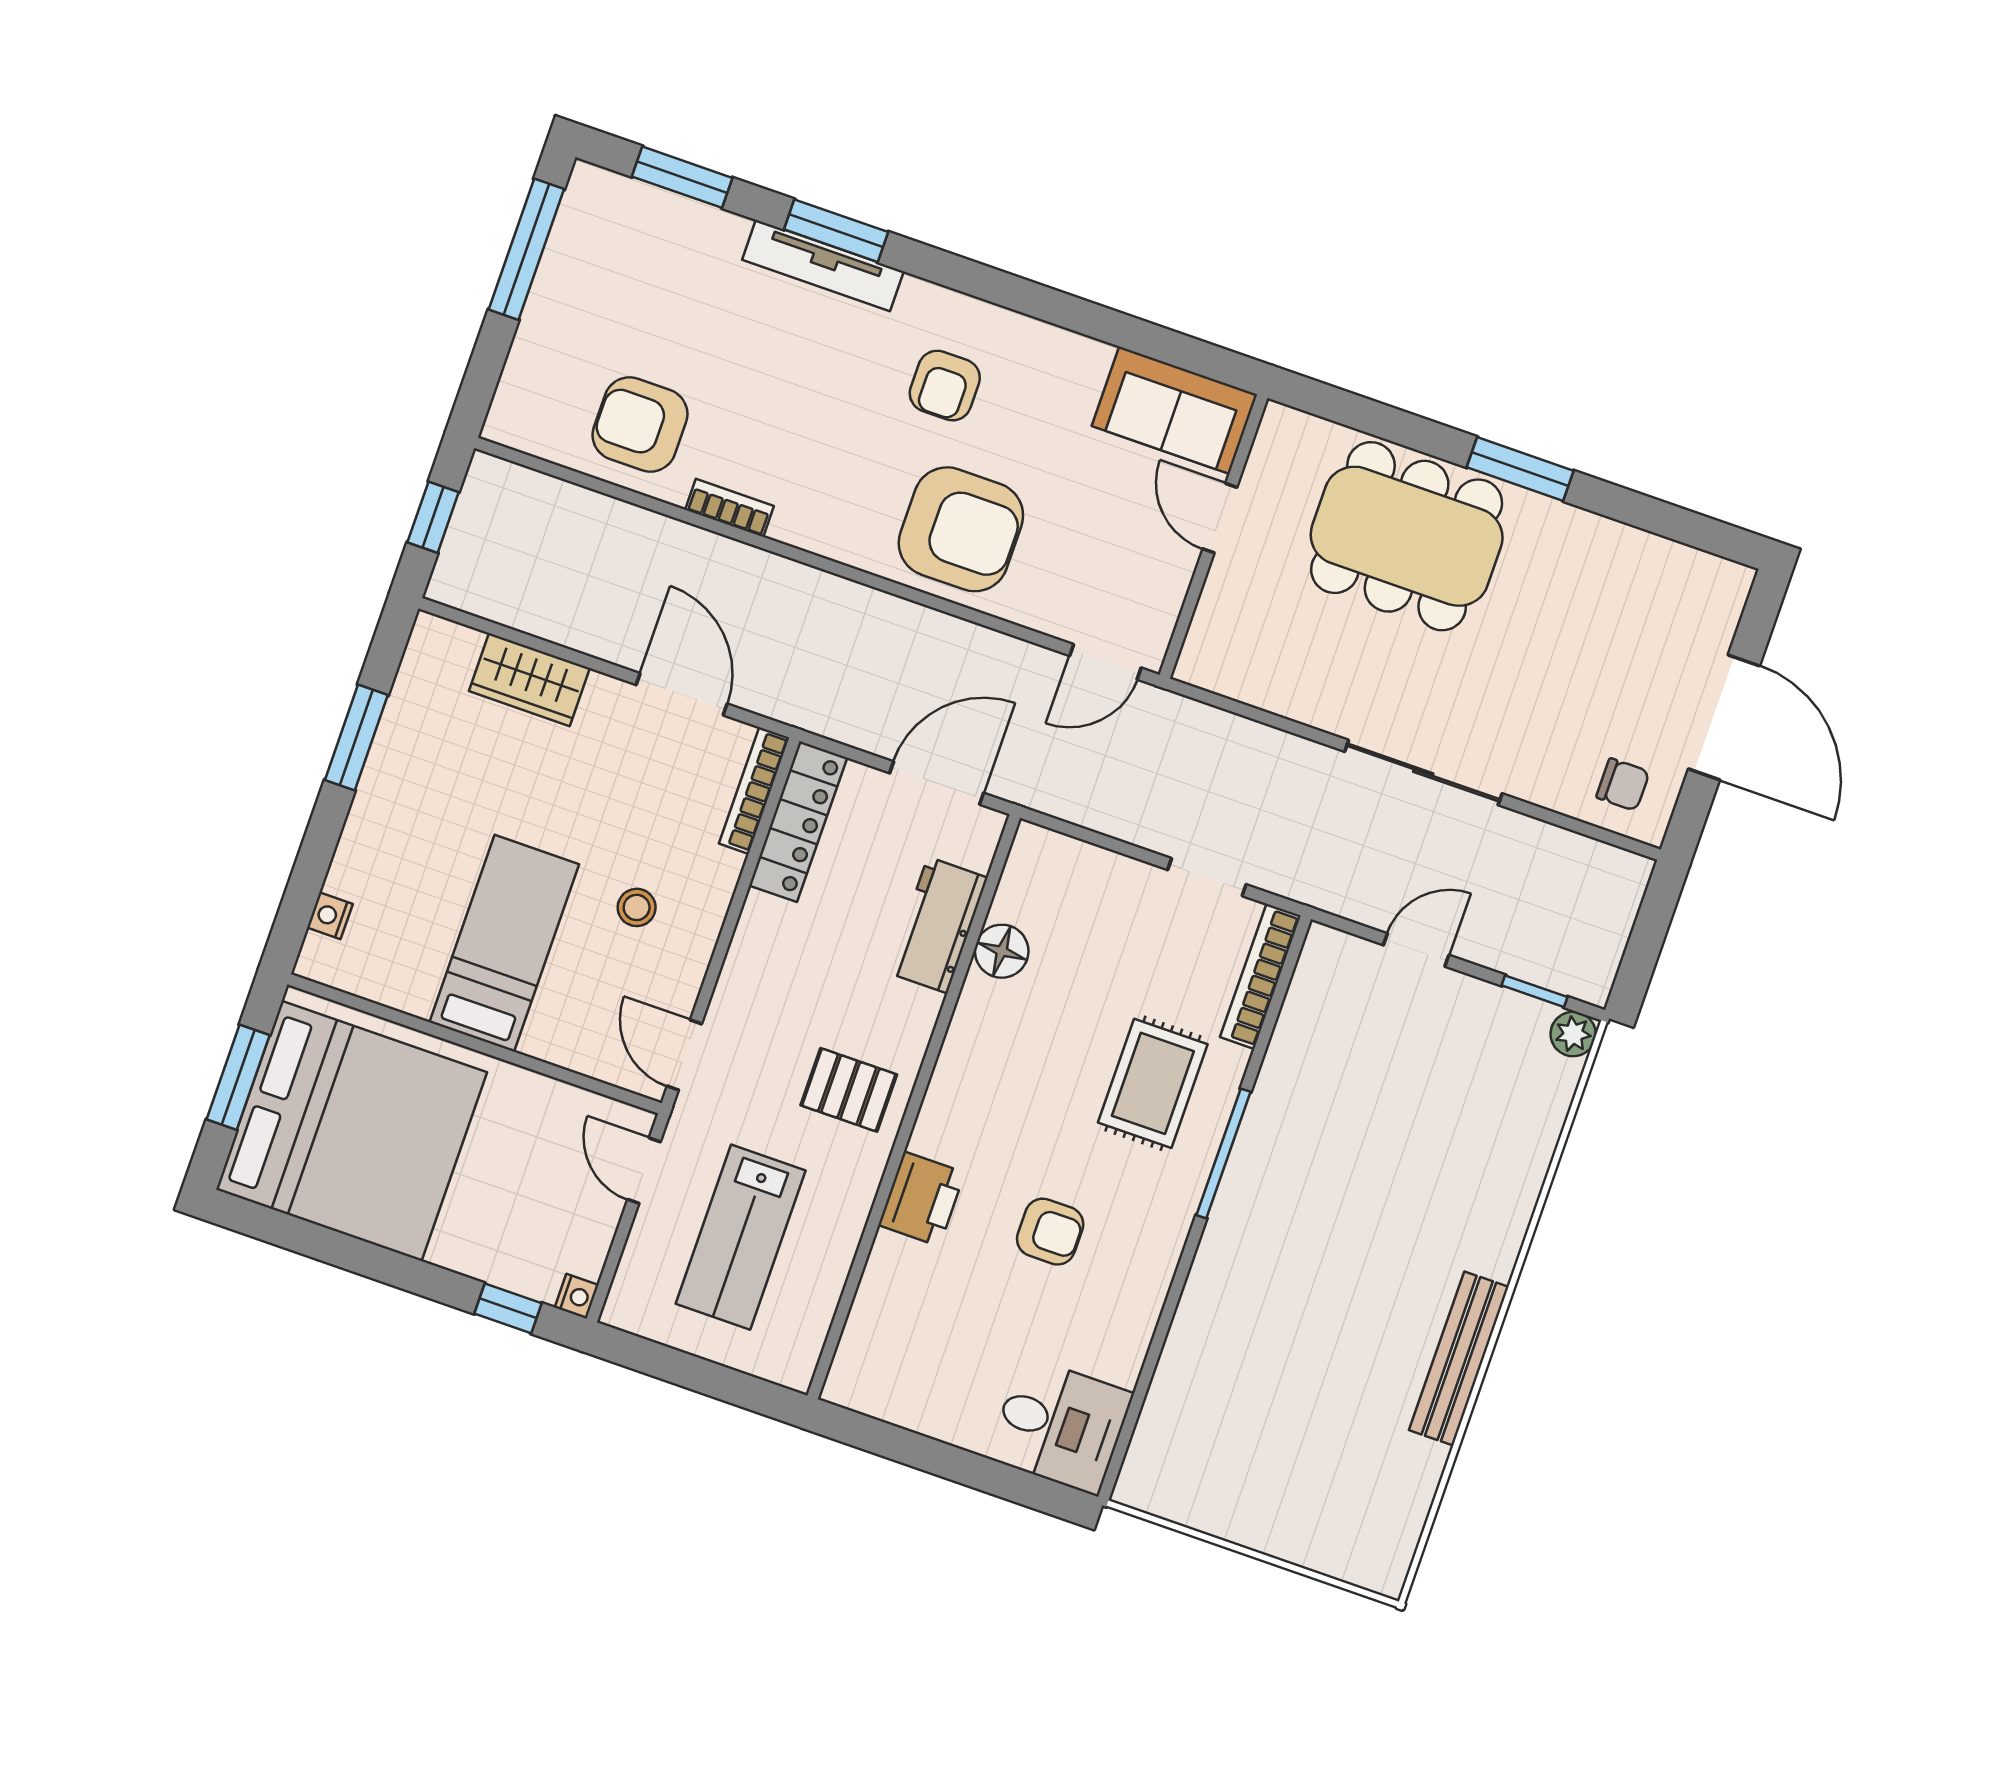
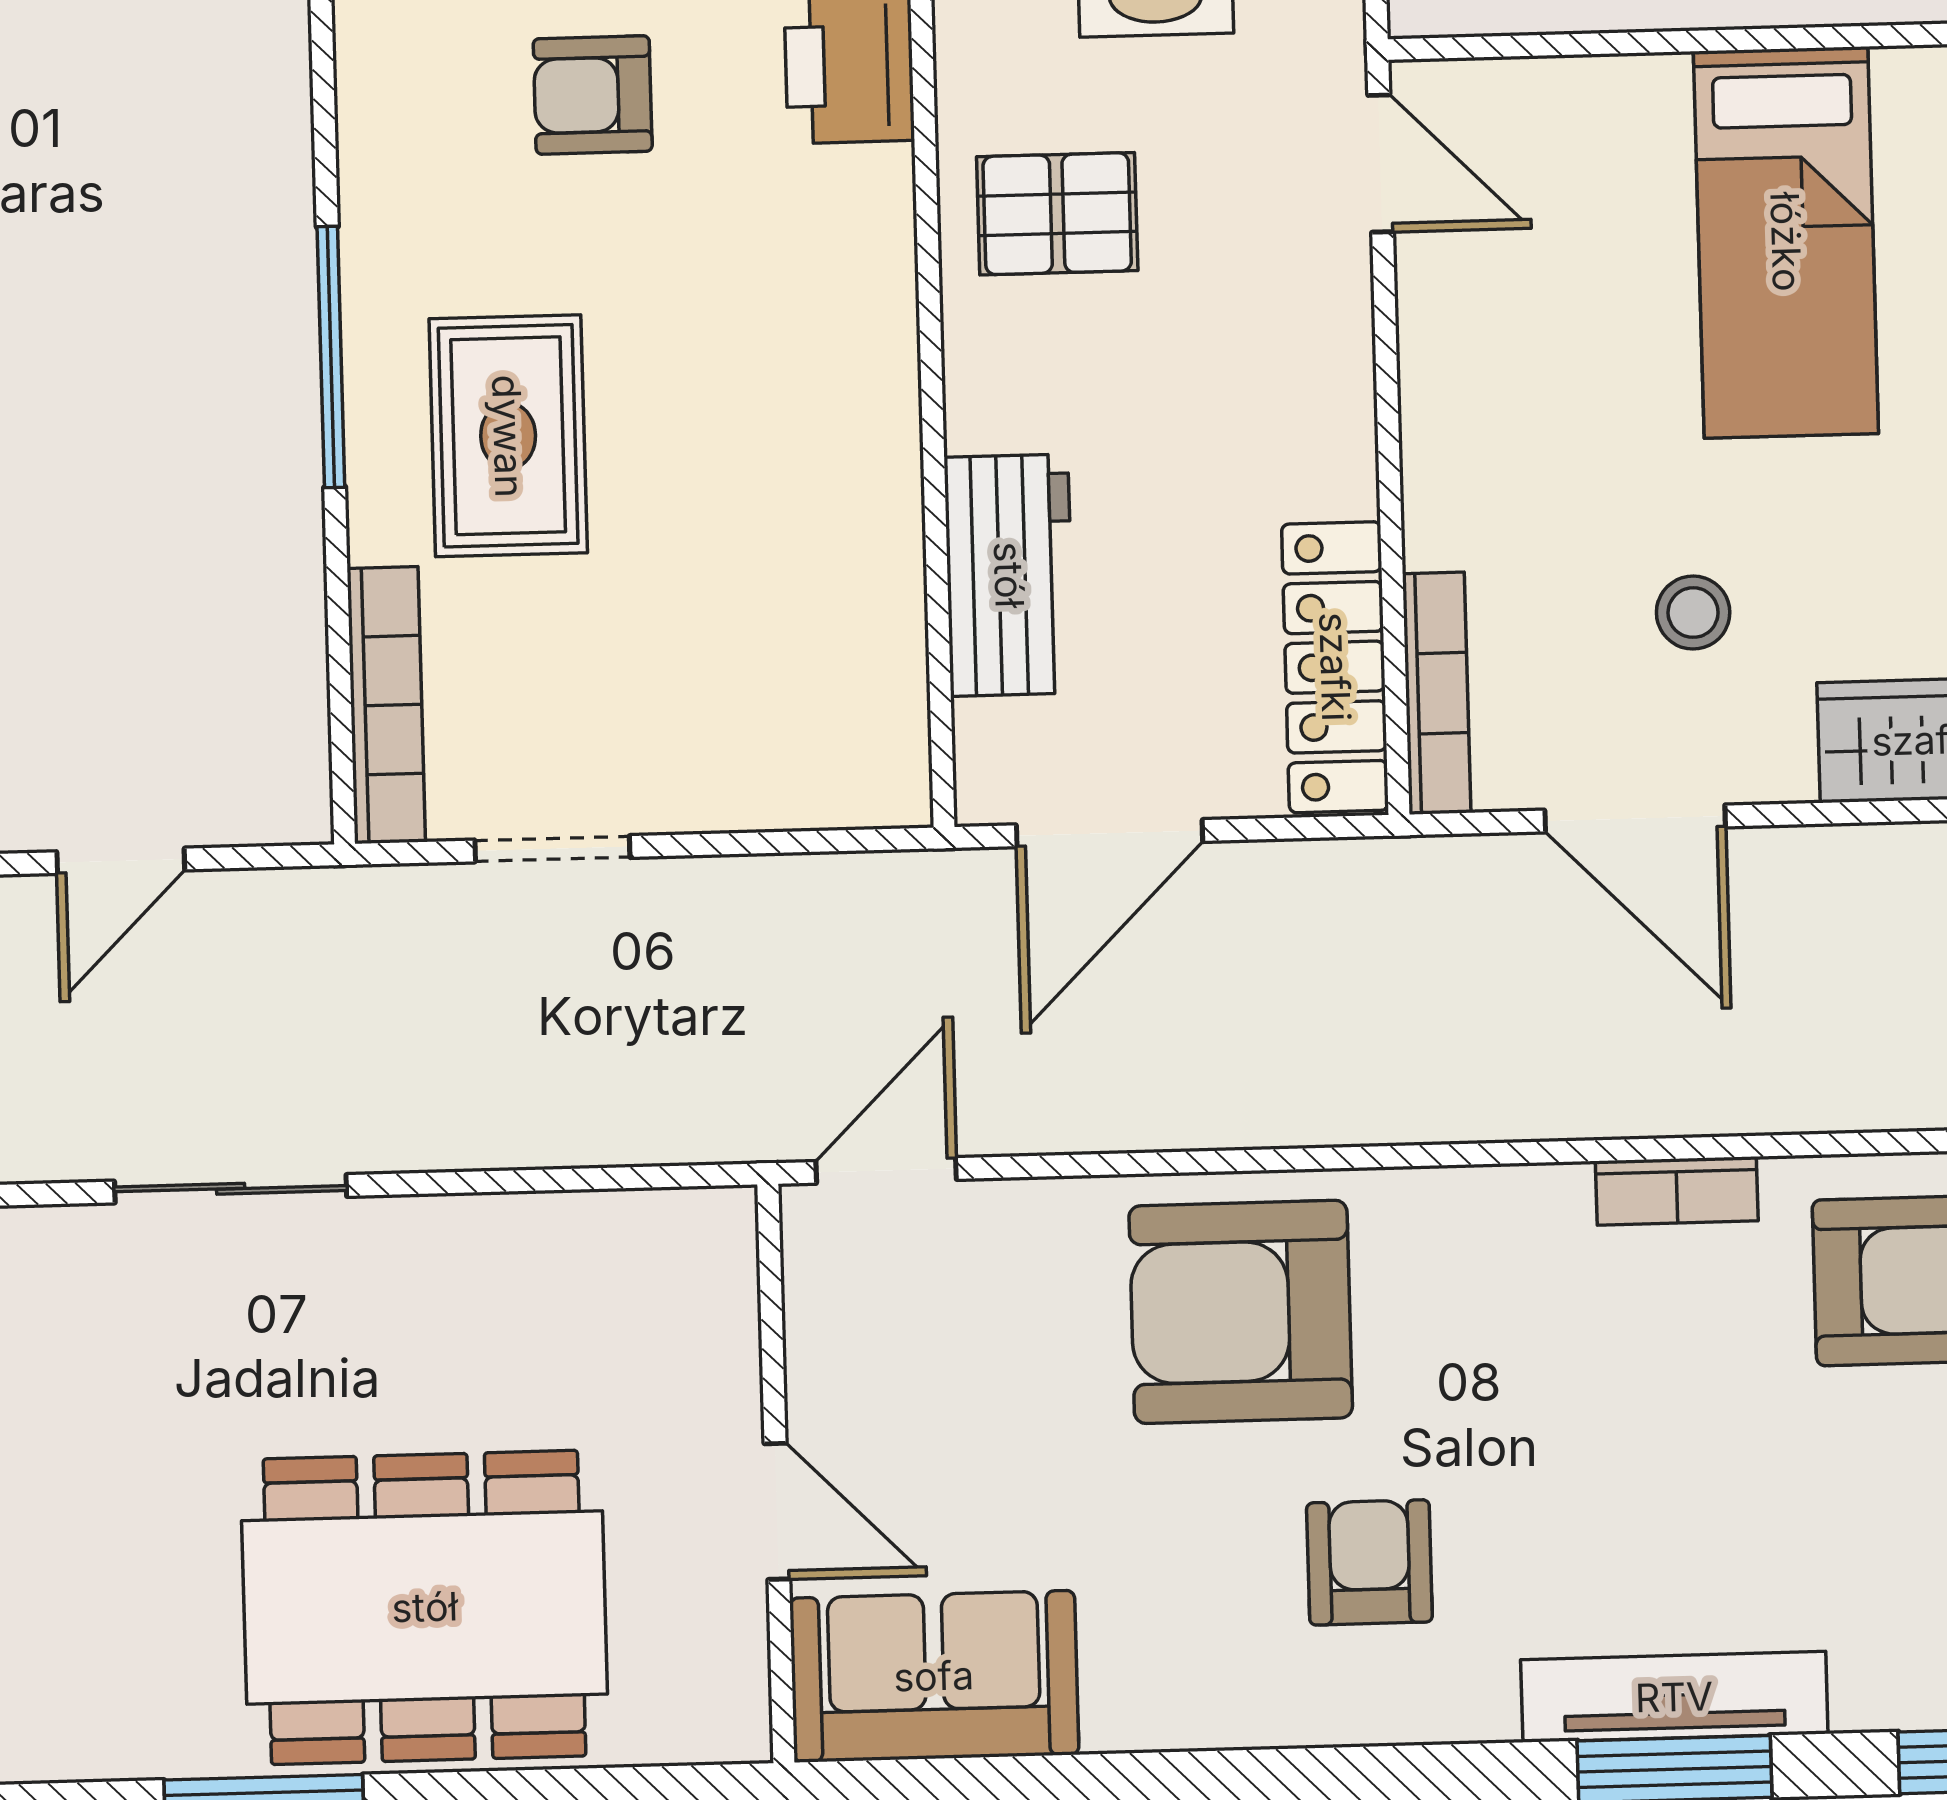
sliding door: (1423, 773) -> (231, 1189), width x0.73
stool: (637, 907) -> (1693, 613), moved
floor lamp: (1002, 951) -> (875, 572), removed

